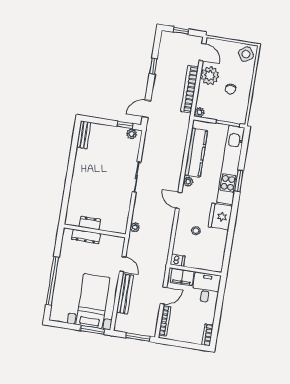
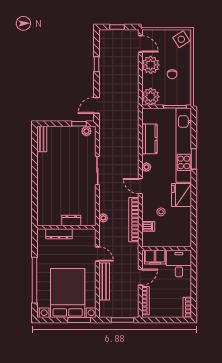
bookcase: (190, 89) -> (134, 220), moved
plant: (199, 112) -> (151, 97), width x1.88, depth x1.88
kitchen counter: (196, 153) -> (149, 139), width x0.67
dresser: (90, 223) -> (71, 220), moved
dishwasher: (178, 260) -> (148, 226), moved
bed with nightstands: (93, 301) -> (68, 293), width x1.36

